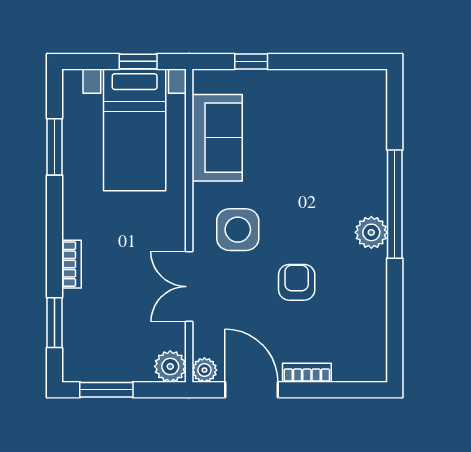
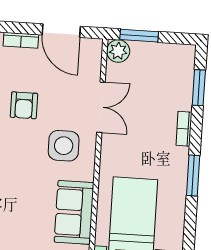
window: (55, 147) -> (193, 175), moved
plant: (204, 370) -> (94, 47), removed
window: (106, 390) -> (139, 36), moved

